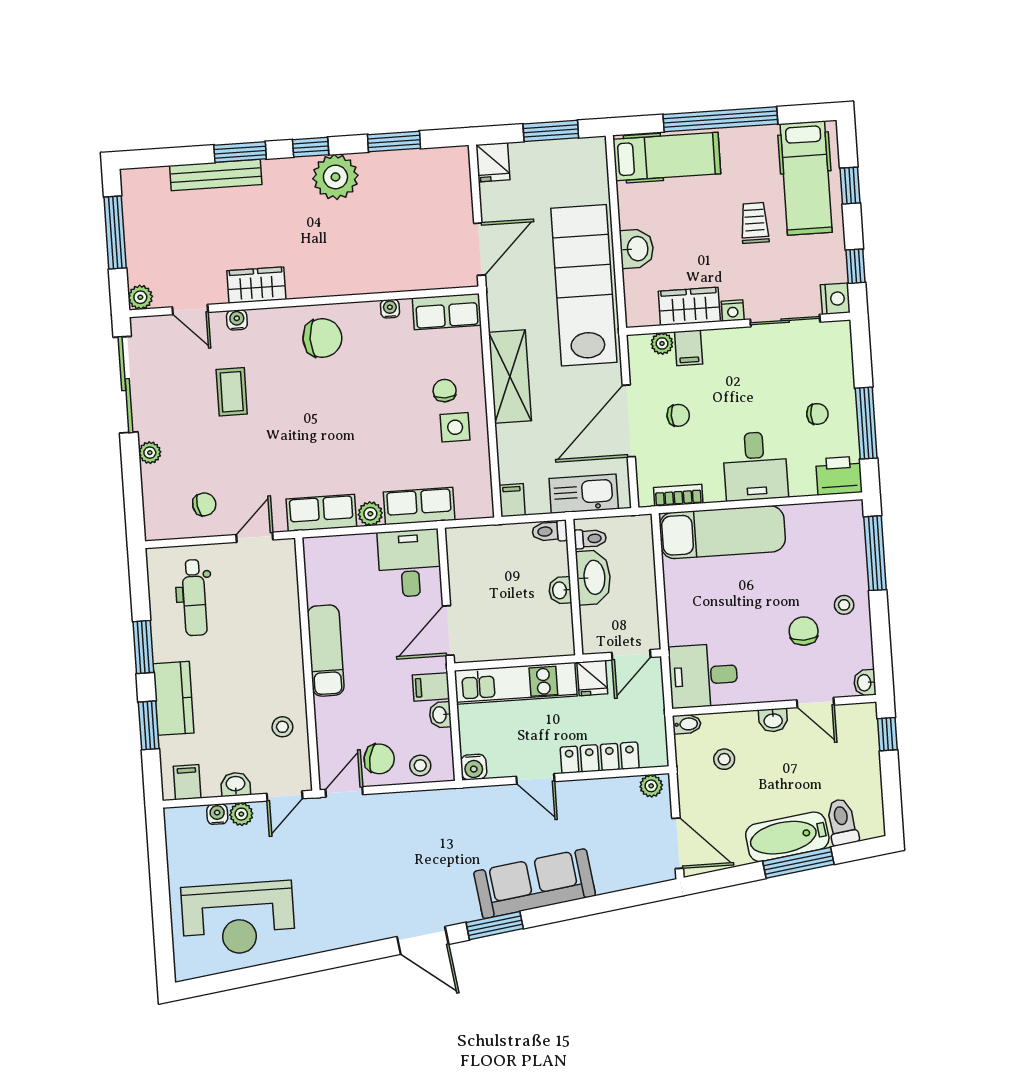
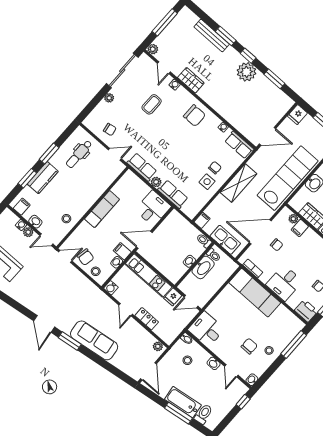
locker: (600, 758) -> (147, 319), width x0.66

